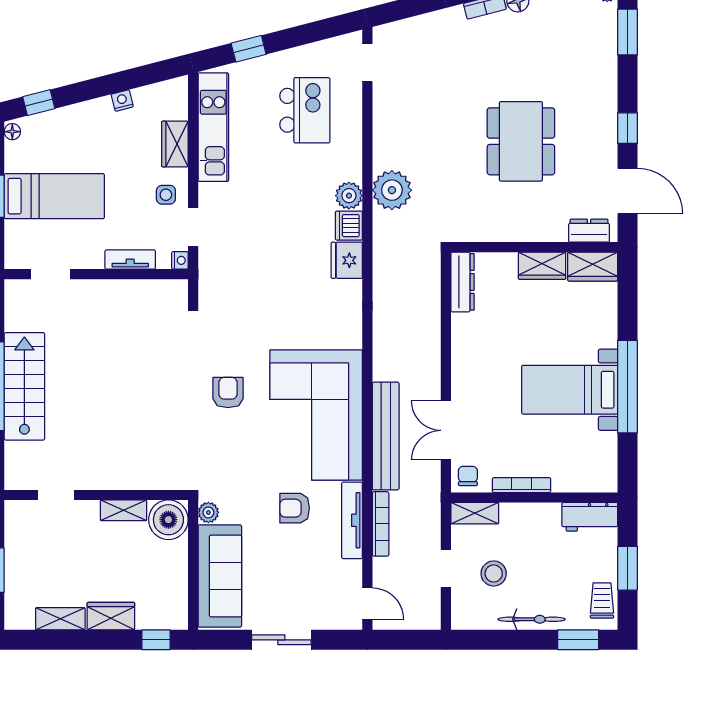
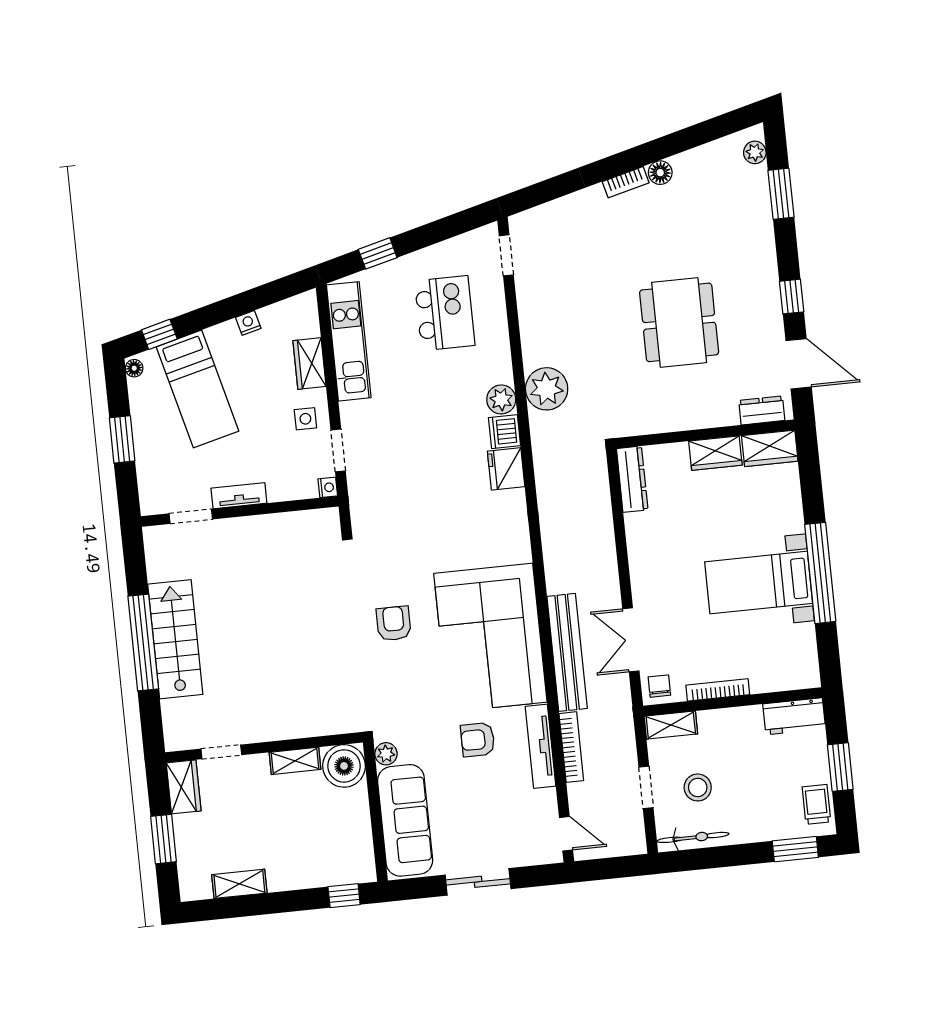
bed: (54, 196) -> (198, 389), moved, turned 76
tv unit: (130, 260) -> (239, 496), moved
wardrobe: (111, 616) -> (184, 787), moved, turned 90
bicycle: (532, 619) -> (693, 837), moved

